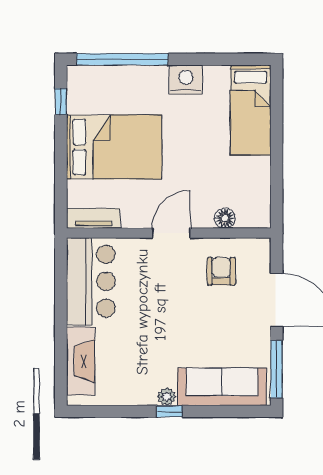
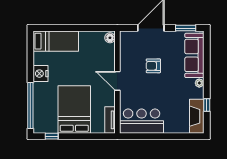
floor lamp: (225, 218) -> (110, 38), moved
armchair: (221, 271) -> (153, 66), moved
fireplace: (81, 361) -> (197, 116), moved, turned -90
window: (277, 369) -> (186, 28), width x0.69
window: (170, 411) -> (207, 105), moved

